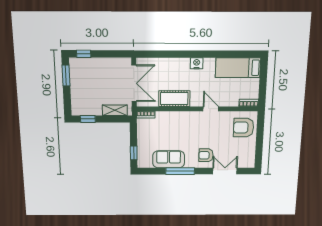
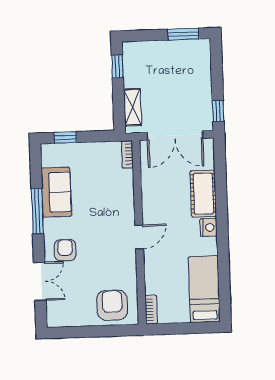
window: (84, 54) -> (218, 111), moved
cot: (174, 99) -> (203, 194), moved
door: (211, 109) -> (139, 237), moved

